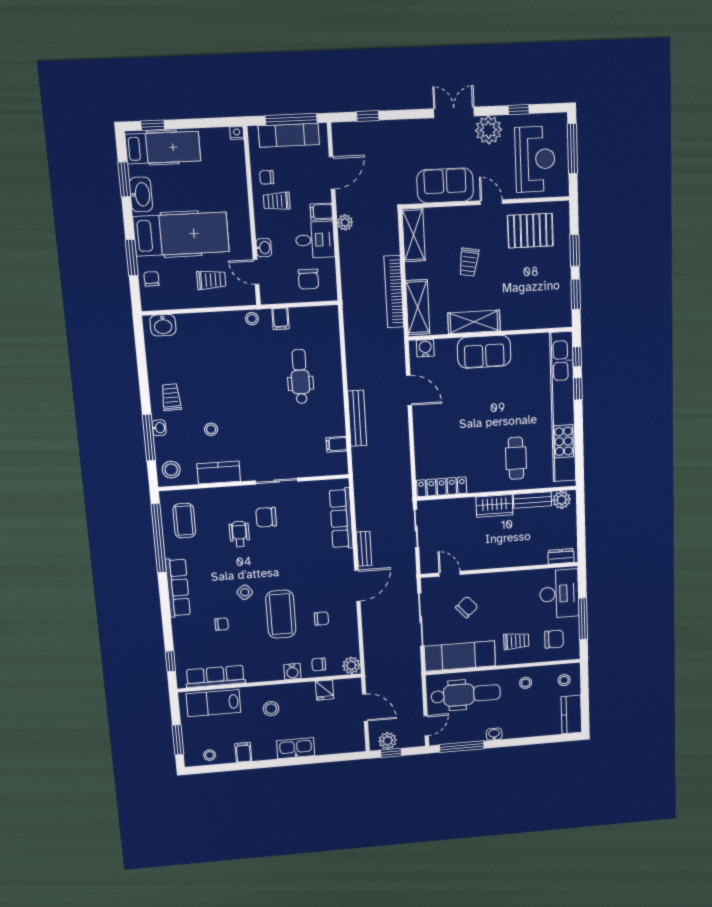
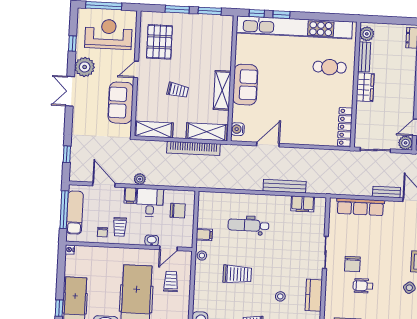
trolley: (233, 369) -> (237, 274), added
filing cabinet: (337, 444) -> (303, 204), width x2.00
plant: (429, 565) -> (406, 143), added

